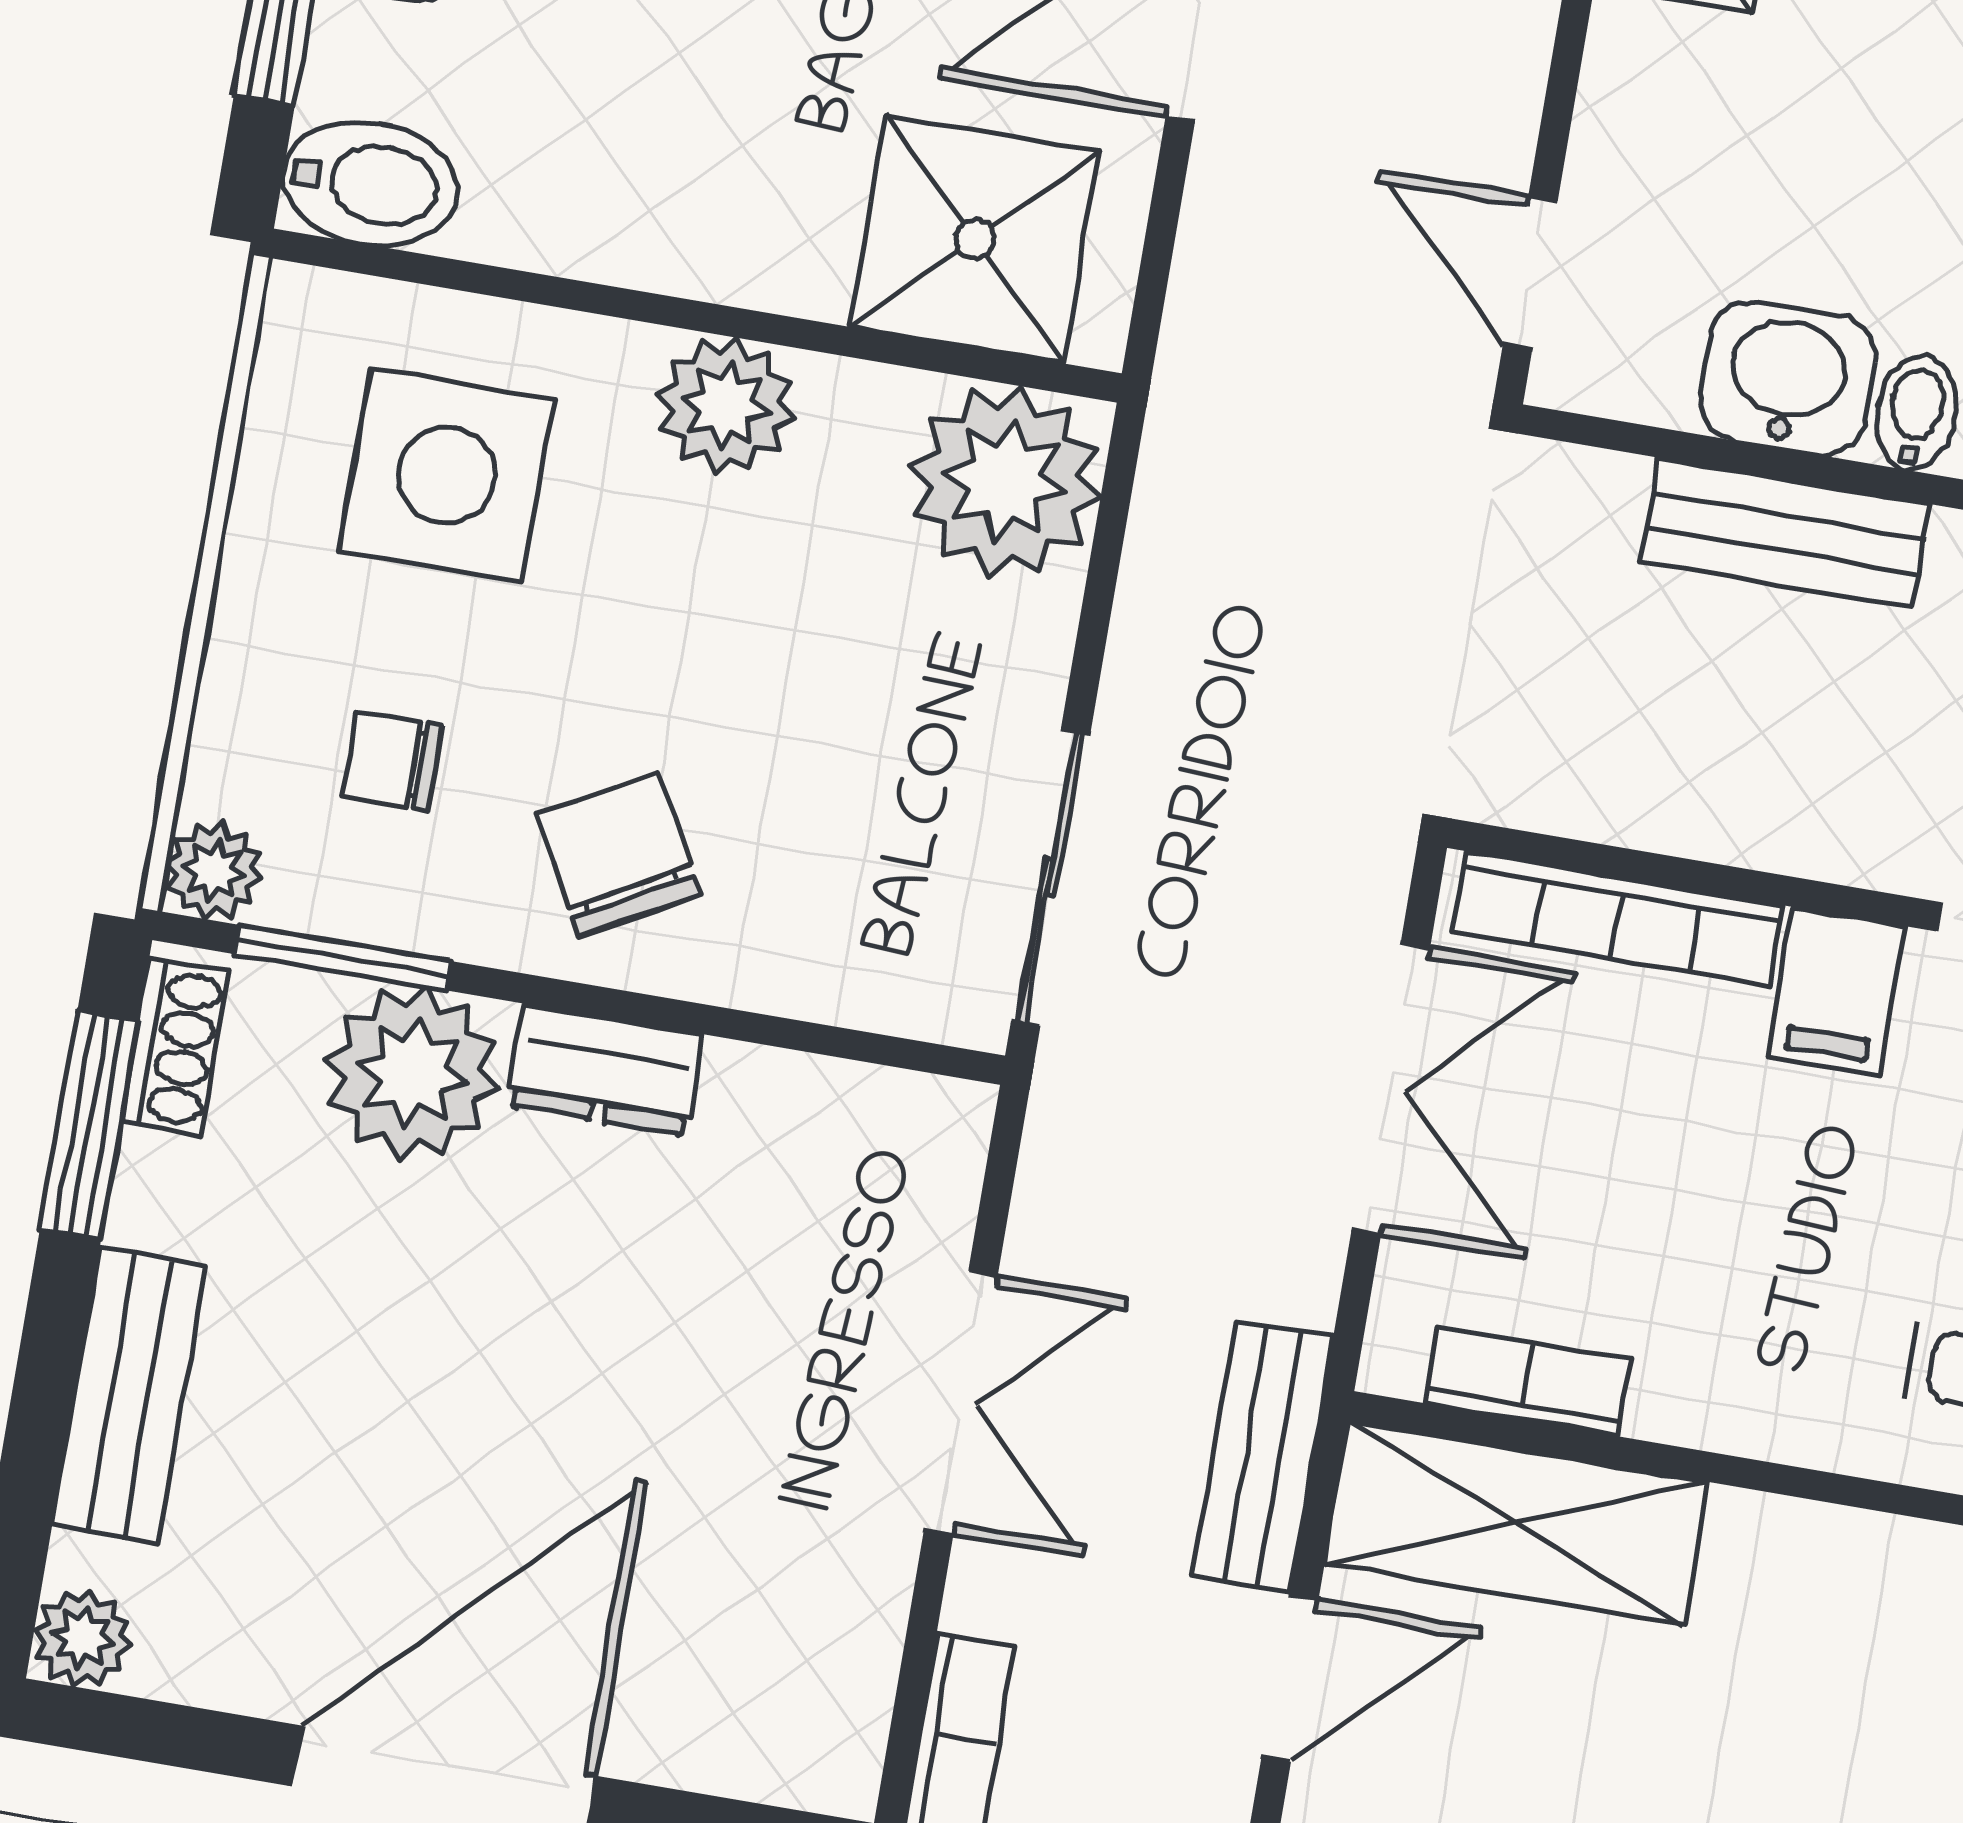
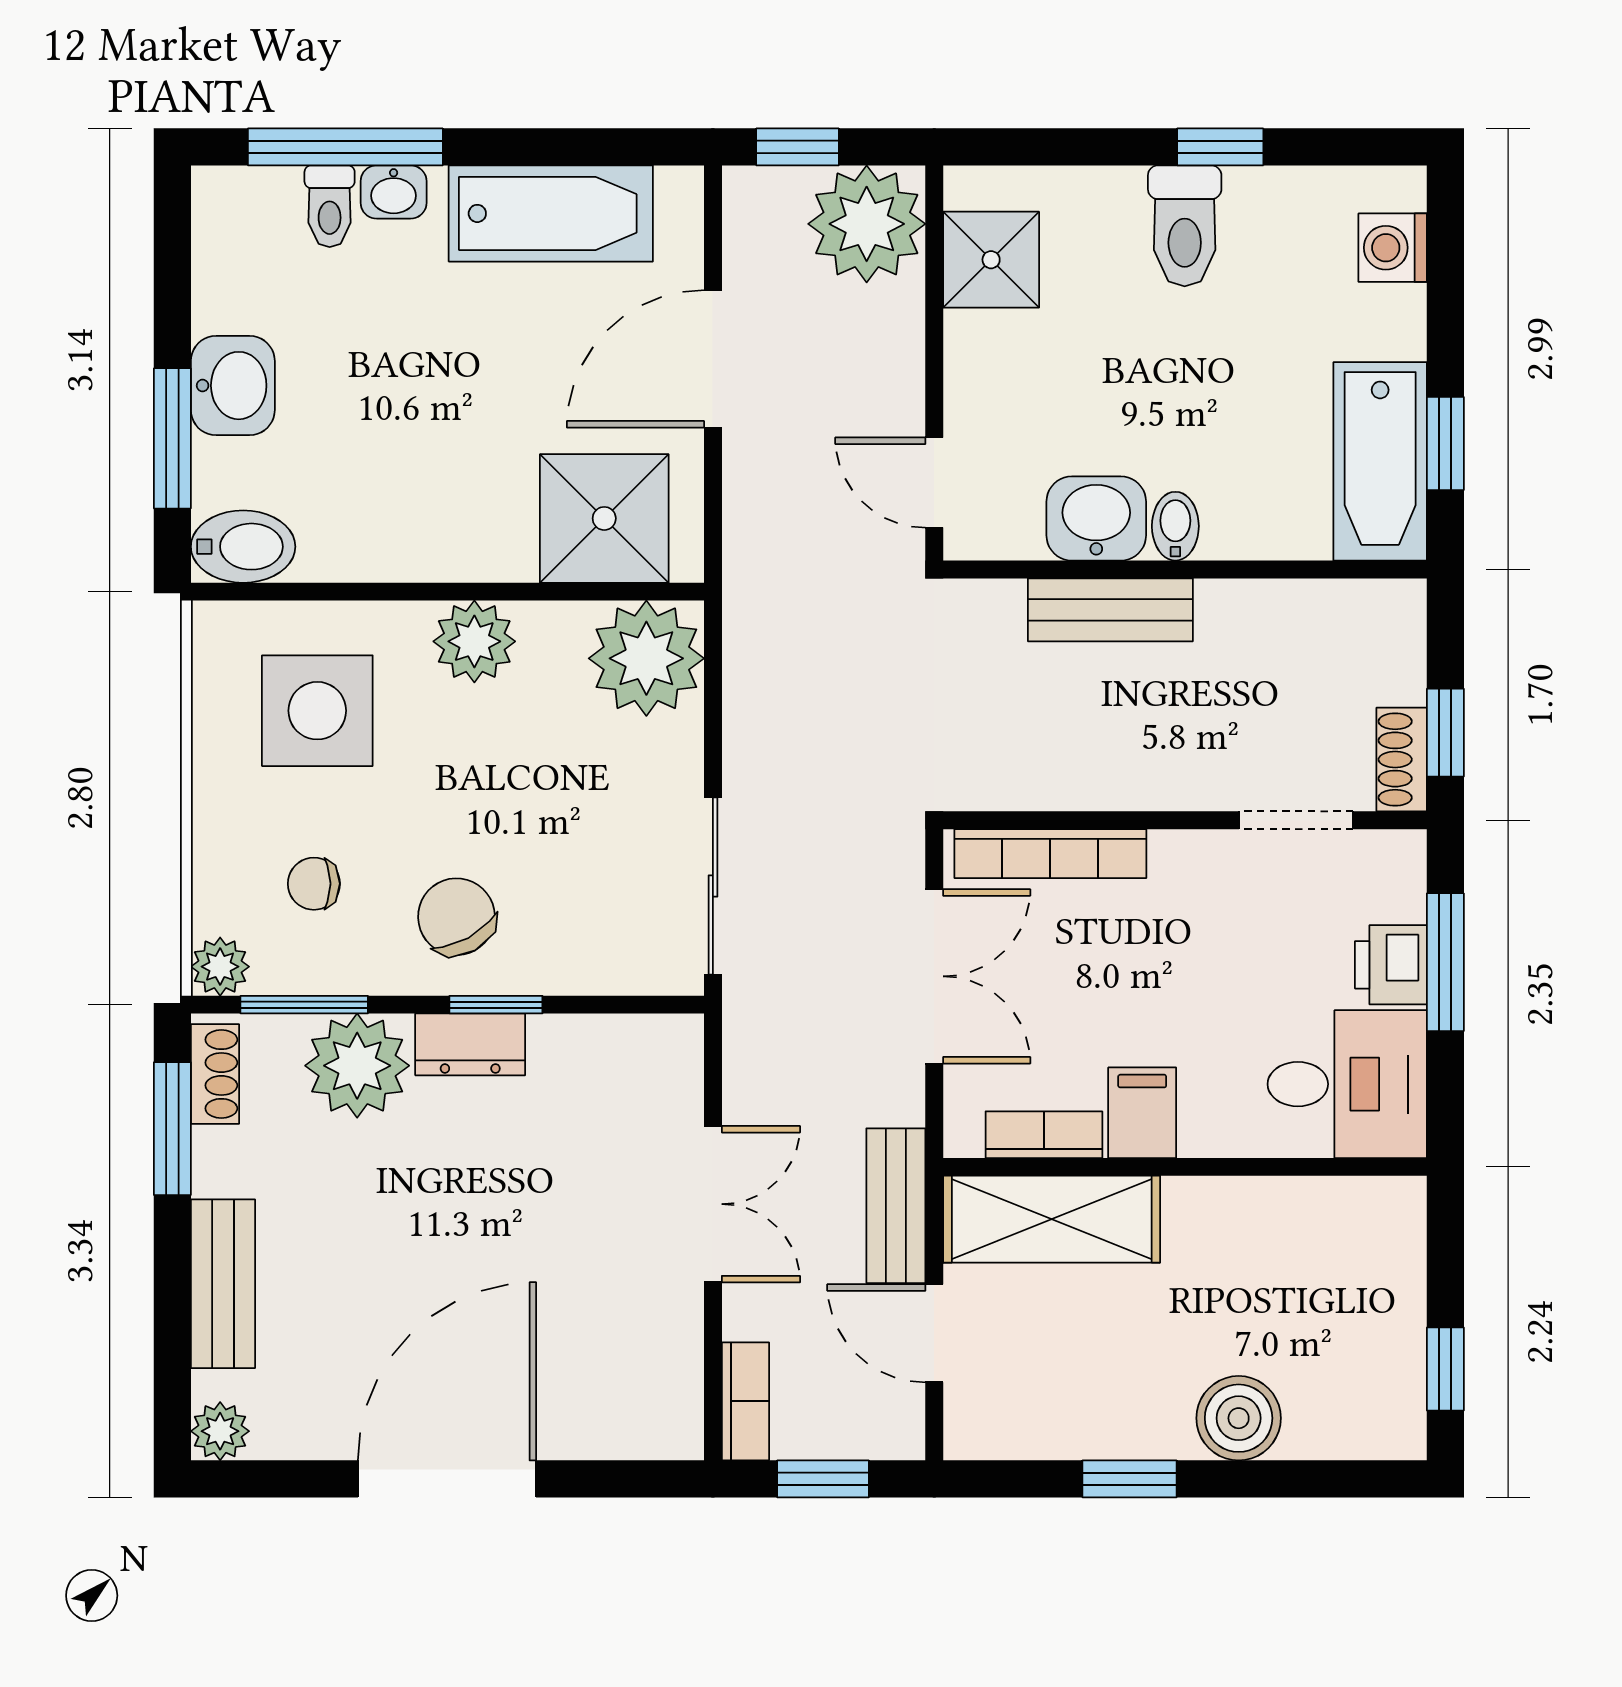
filing cabinet: (1836, 991) -> (1142, 1113), moved, turned 180
window: (659, 1012) -> (496, 1005), added
door: (1290, 1678) -> (934, 1333), swing flipped

